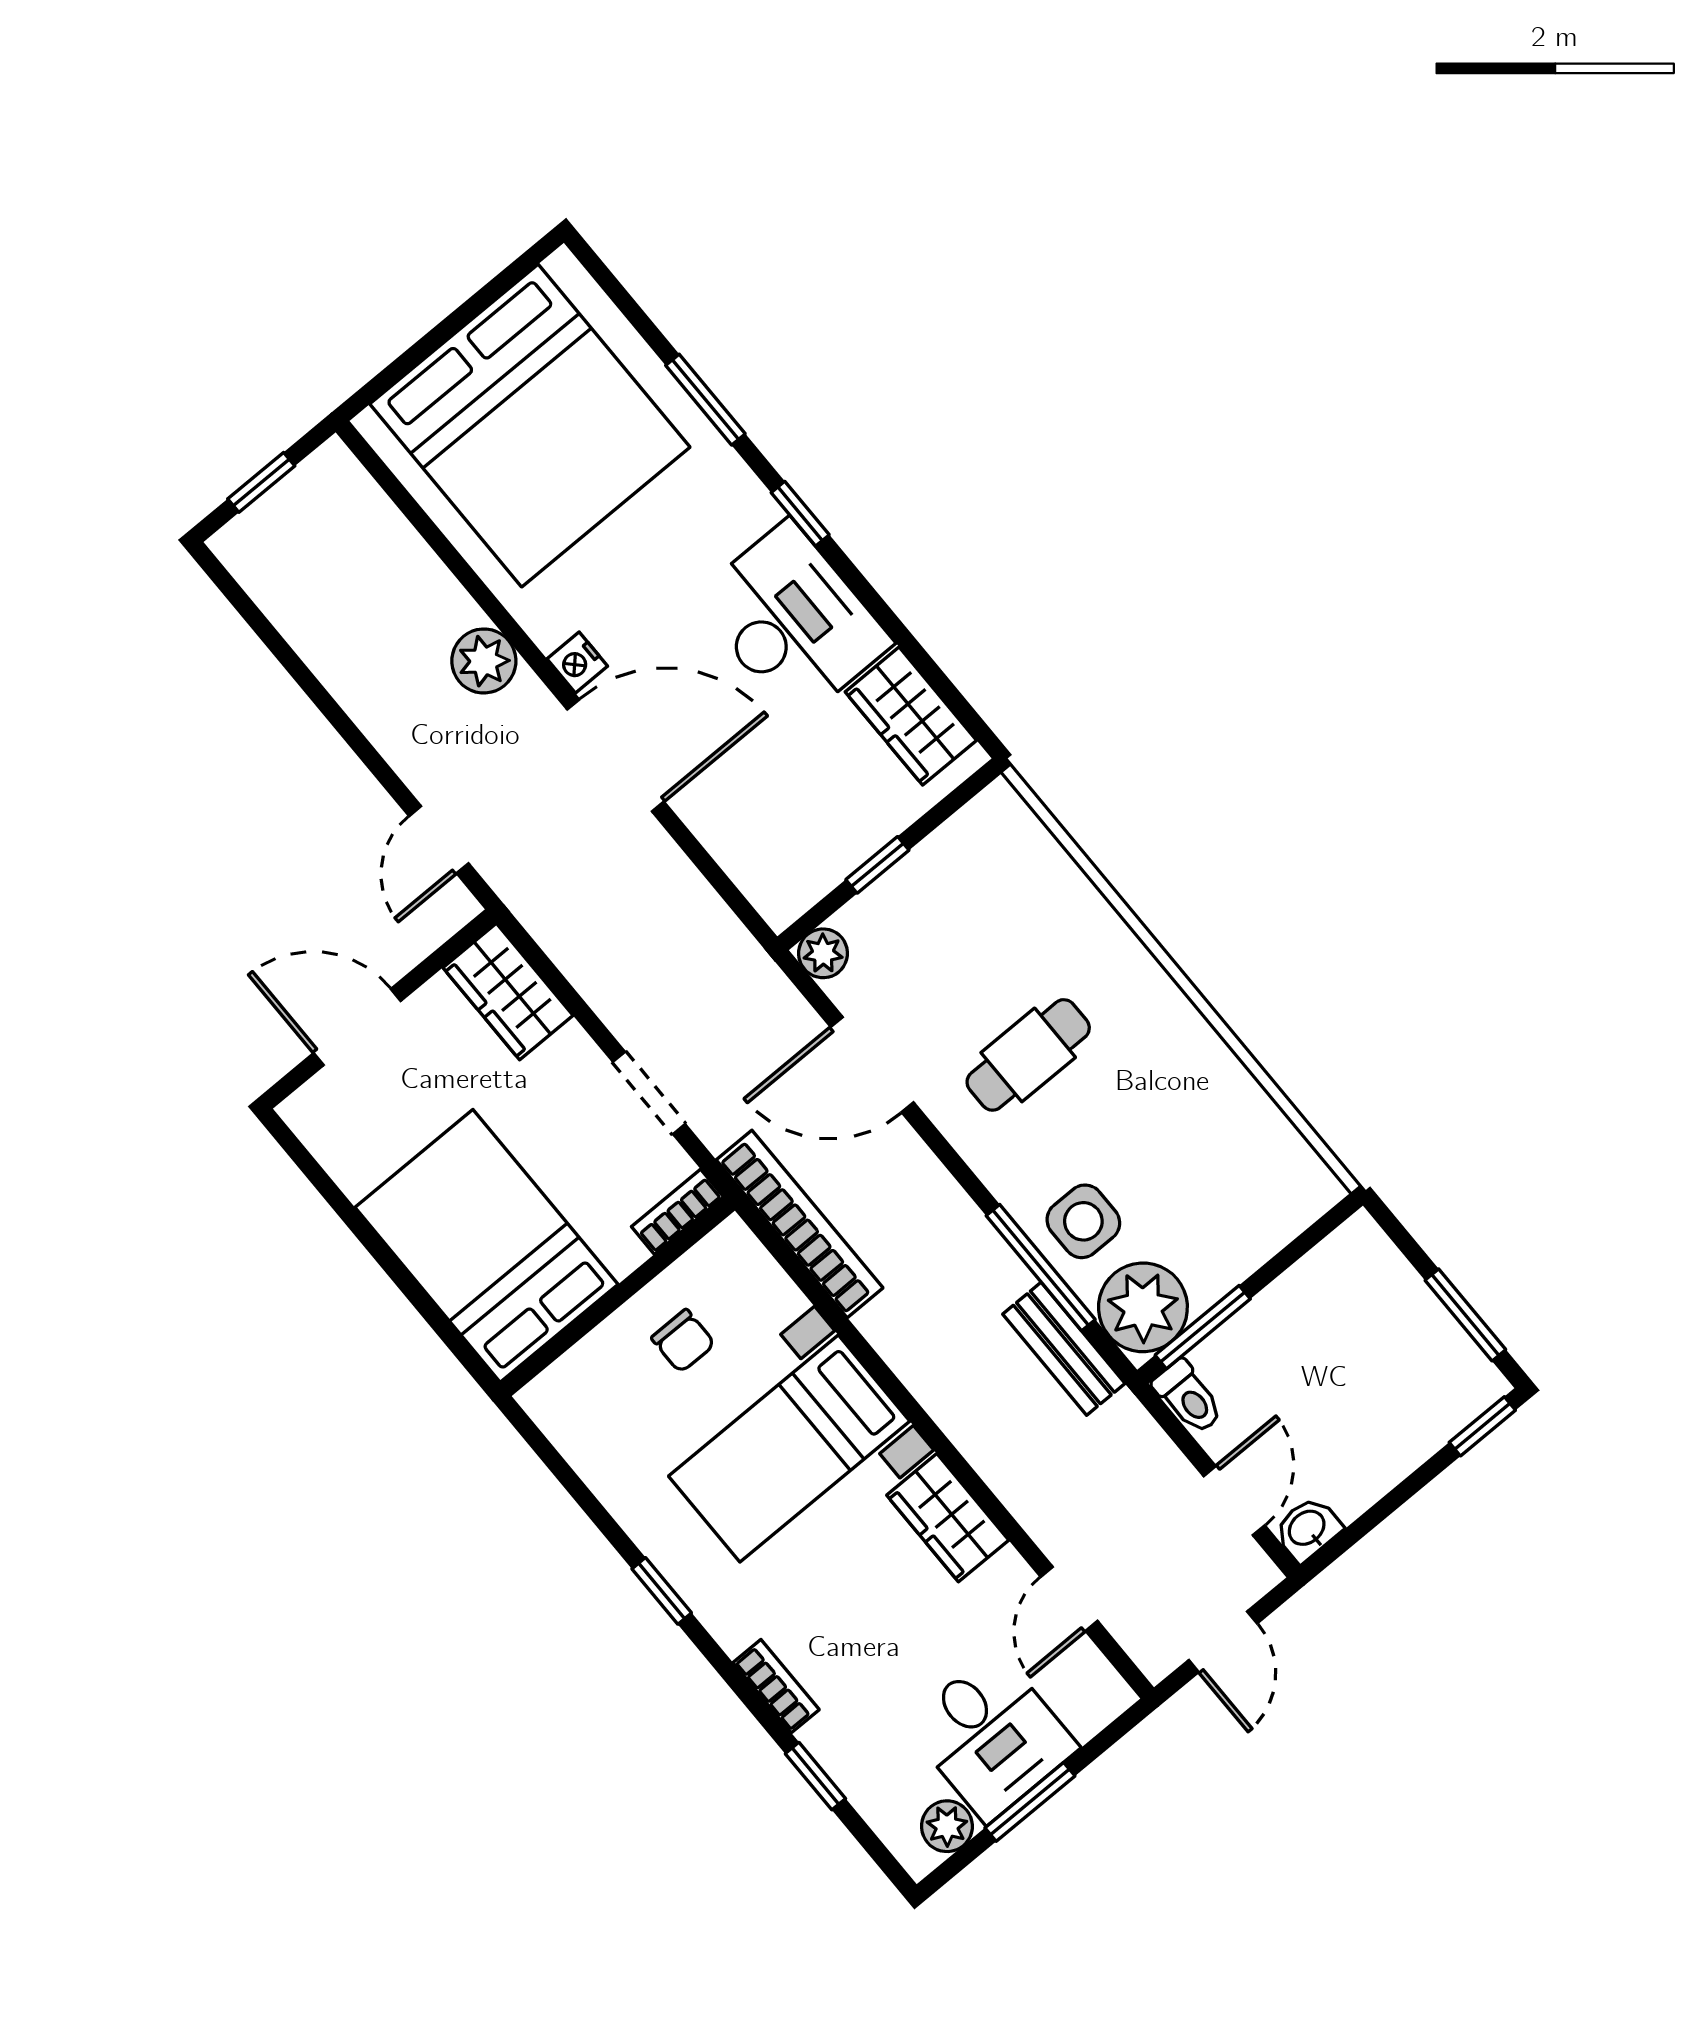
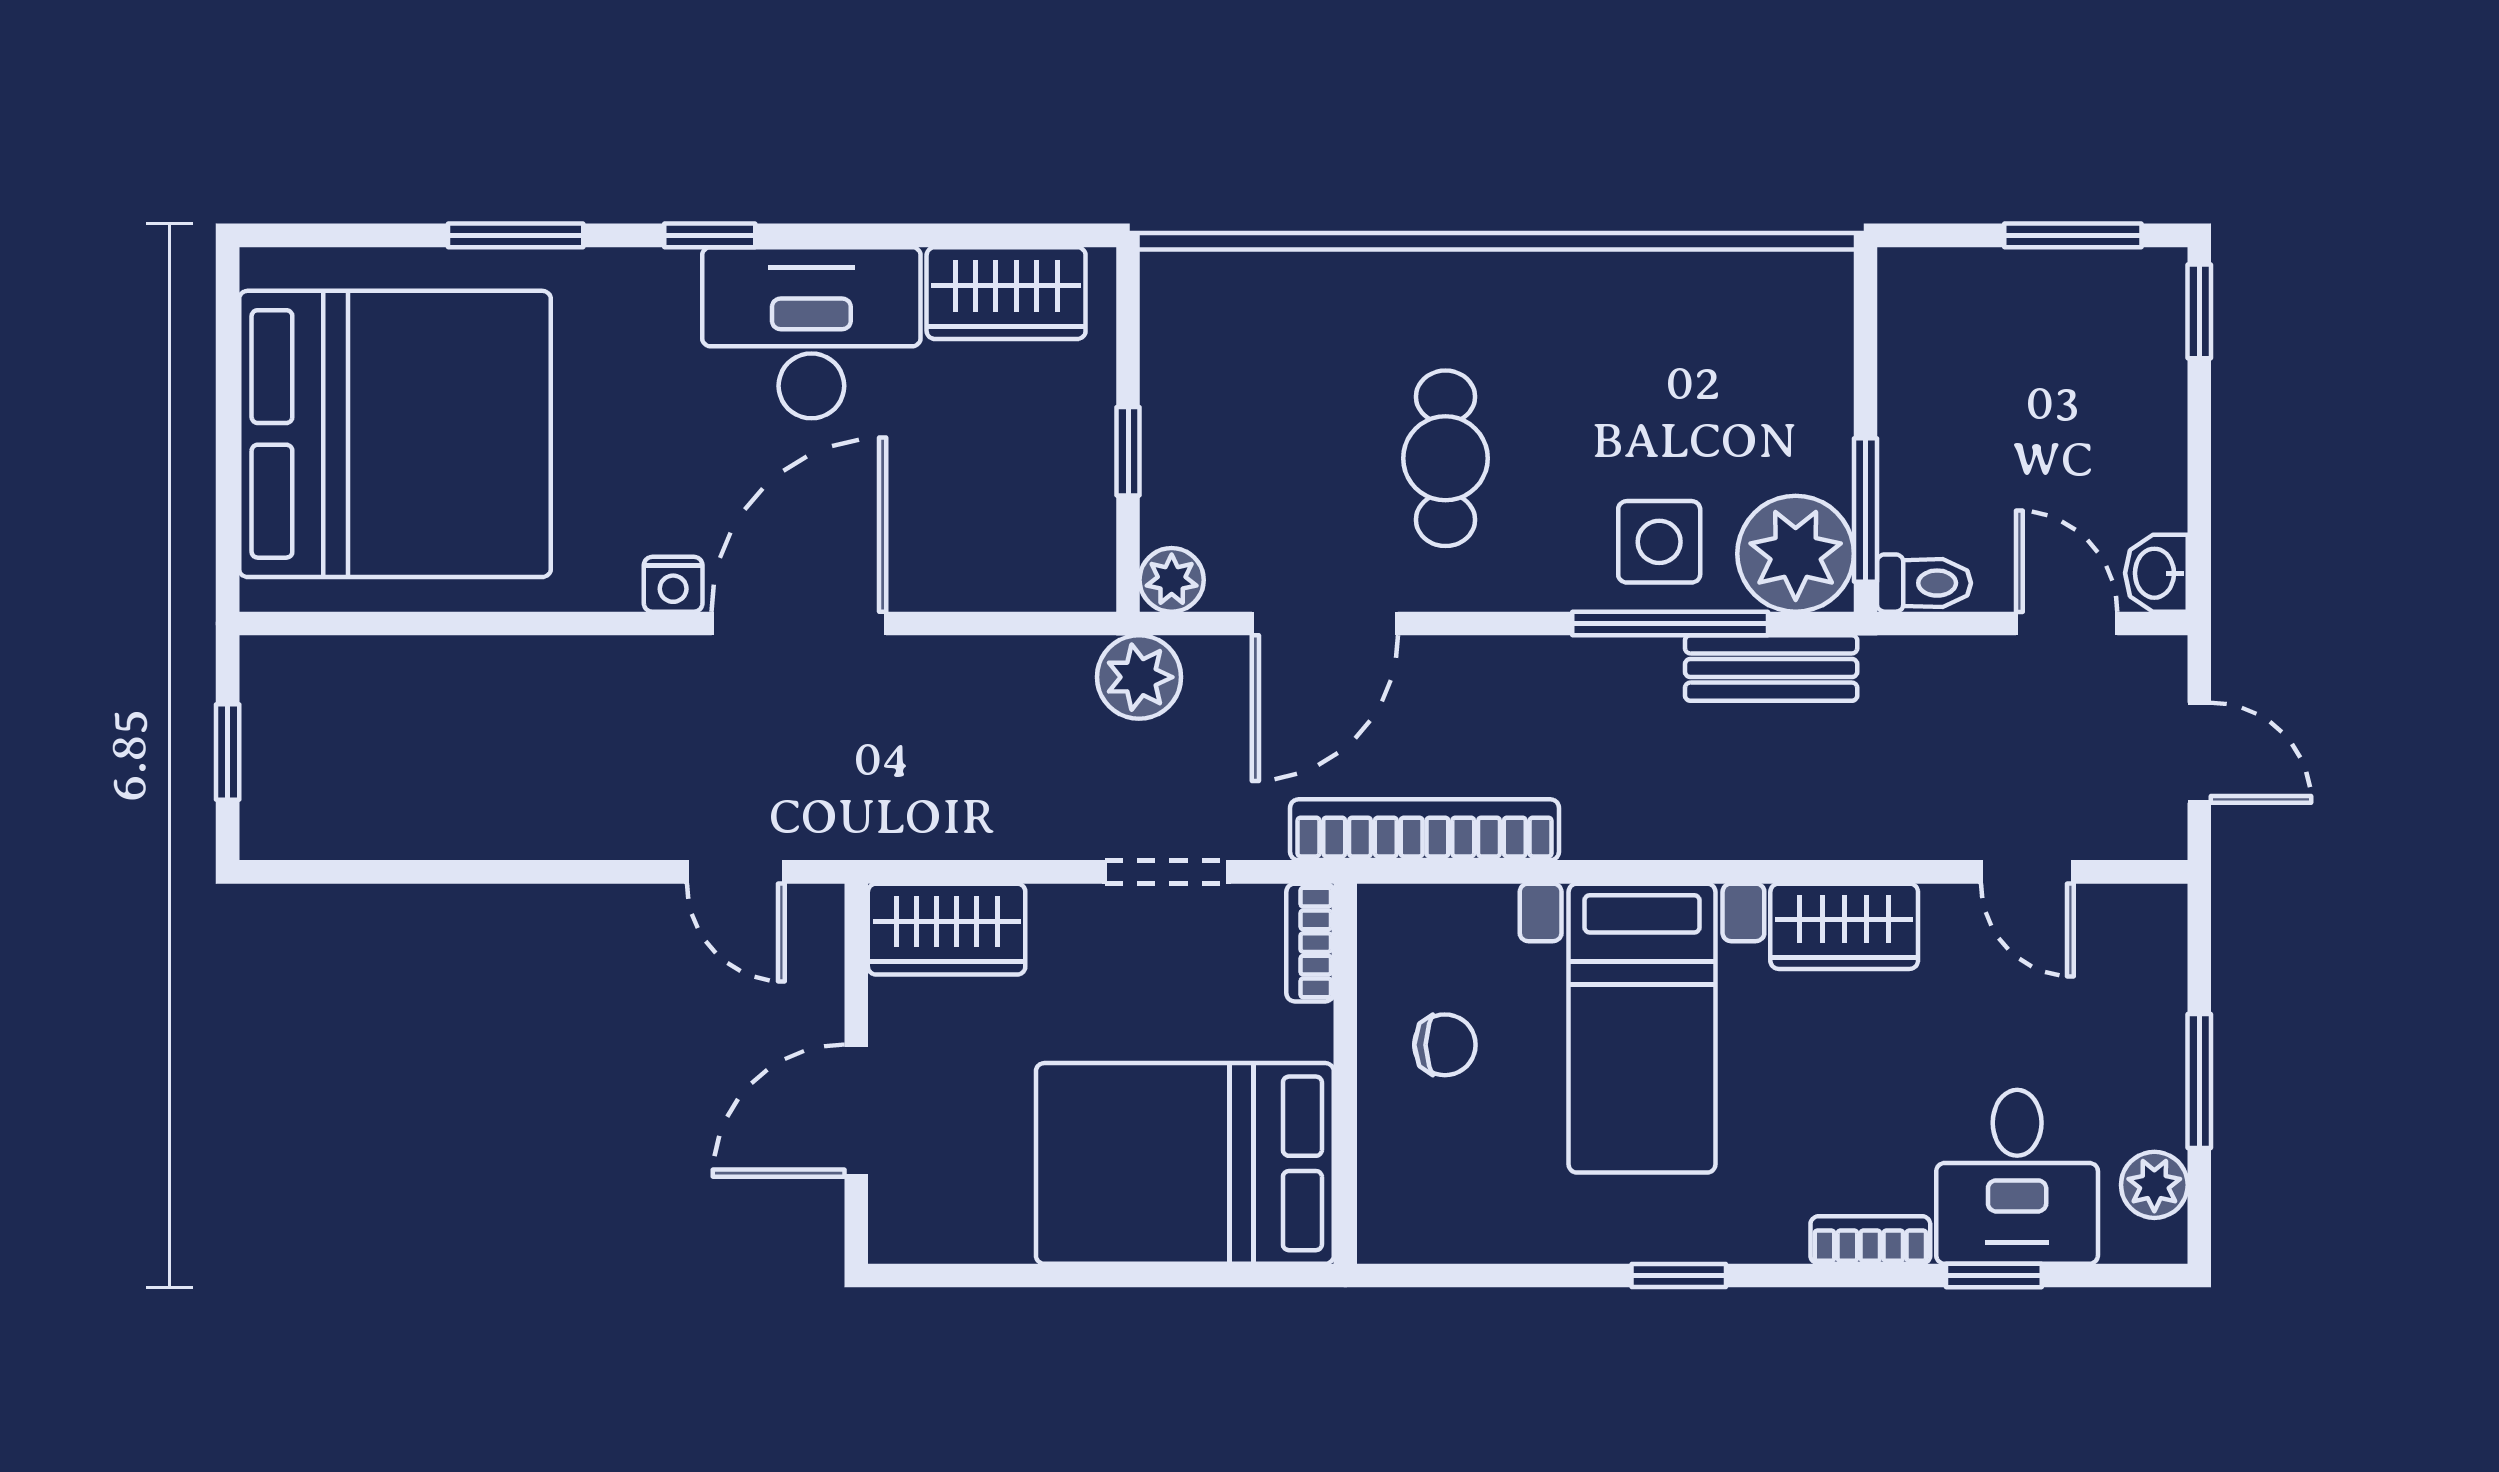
plant: (484, 661) -> (1139, 677), moved
desk: (991, 1736) -> (2017, 1177), moved, turned 90

